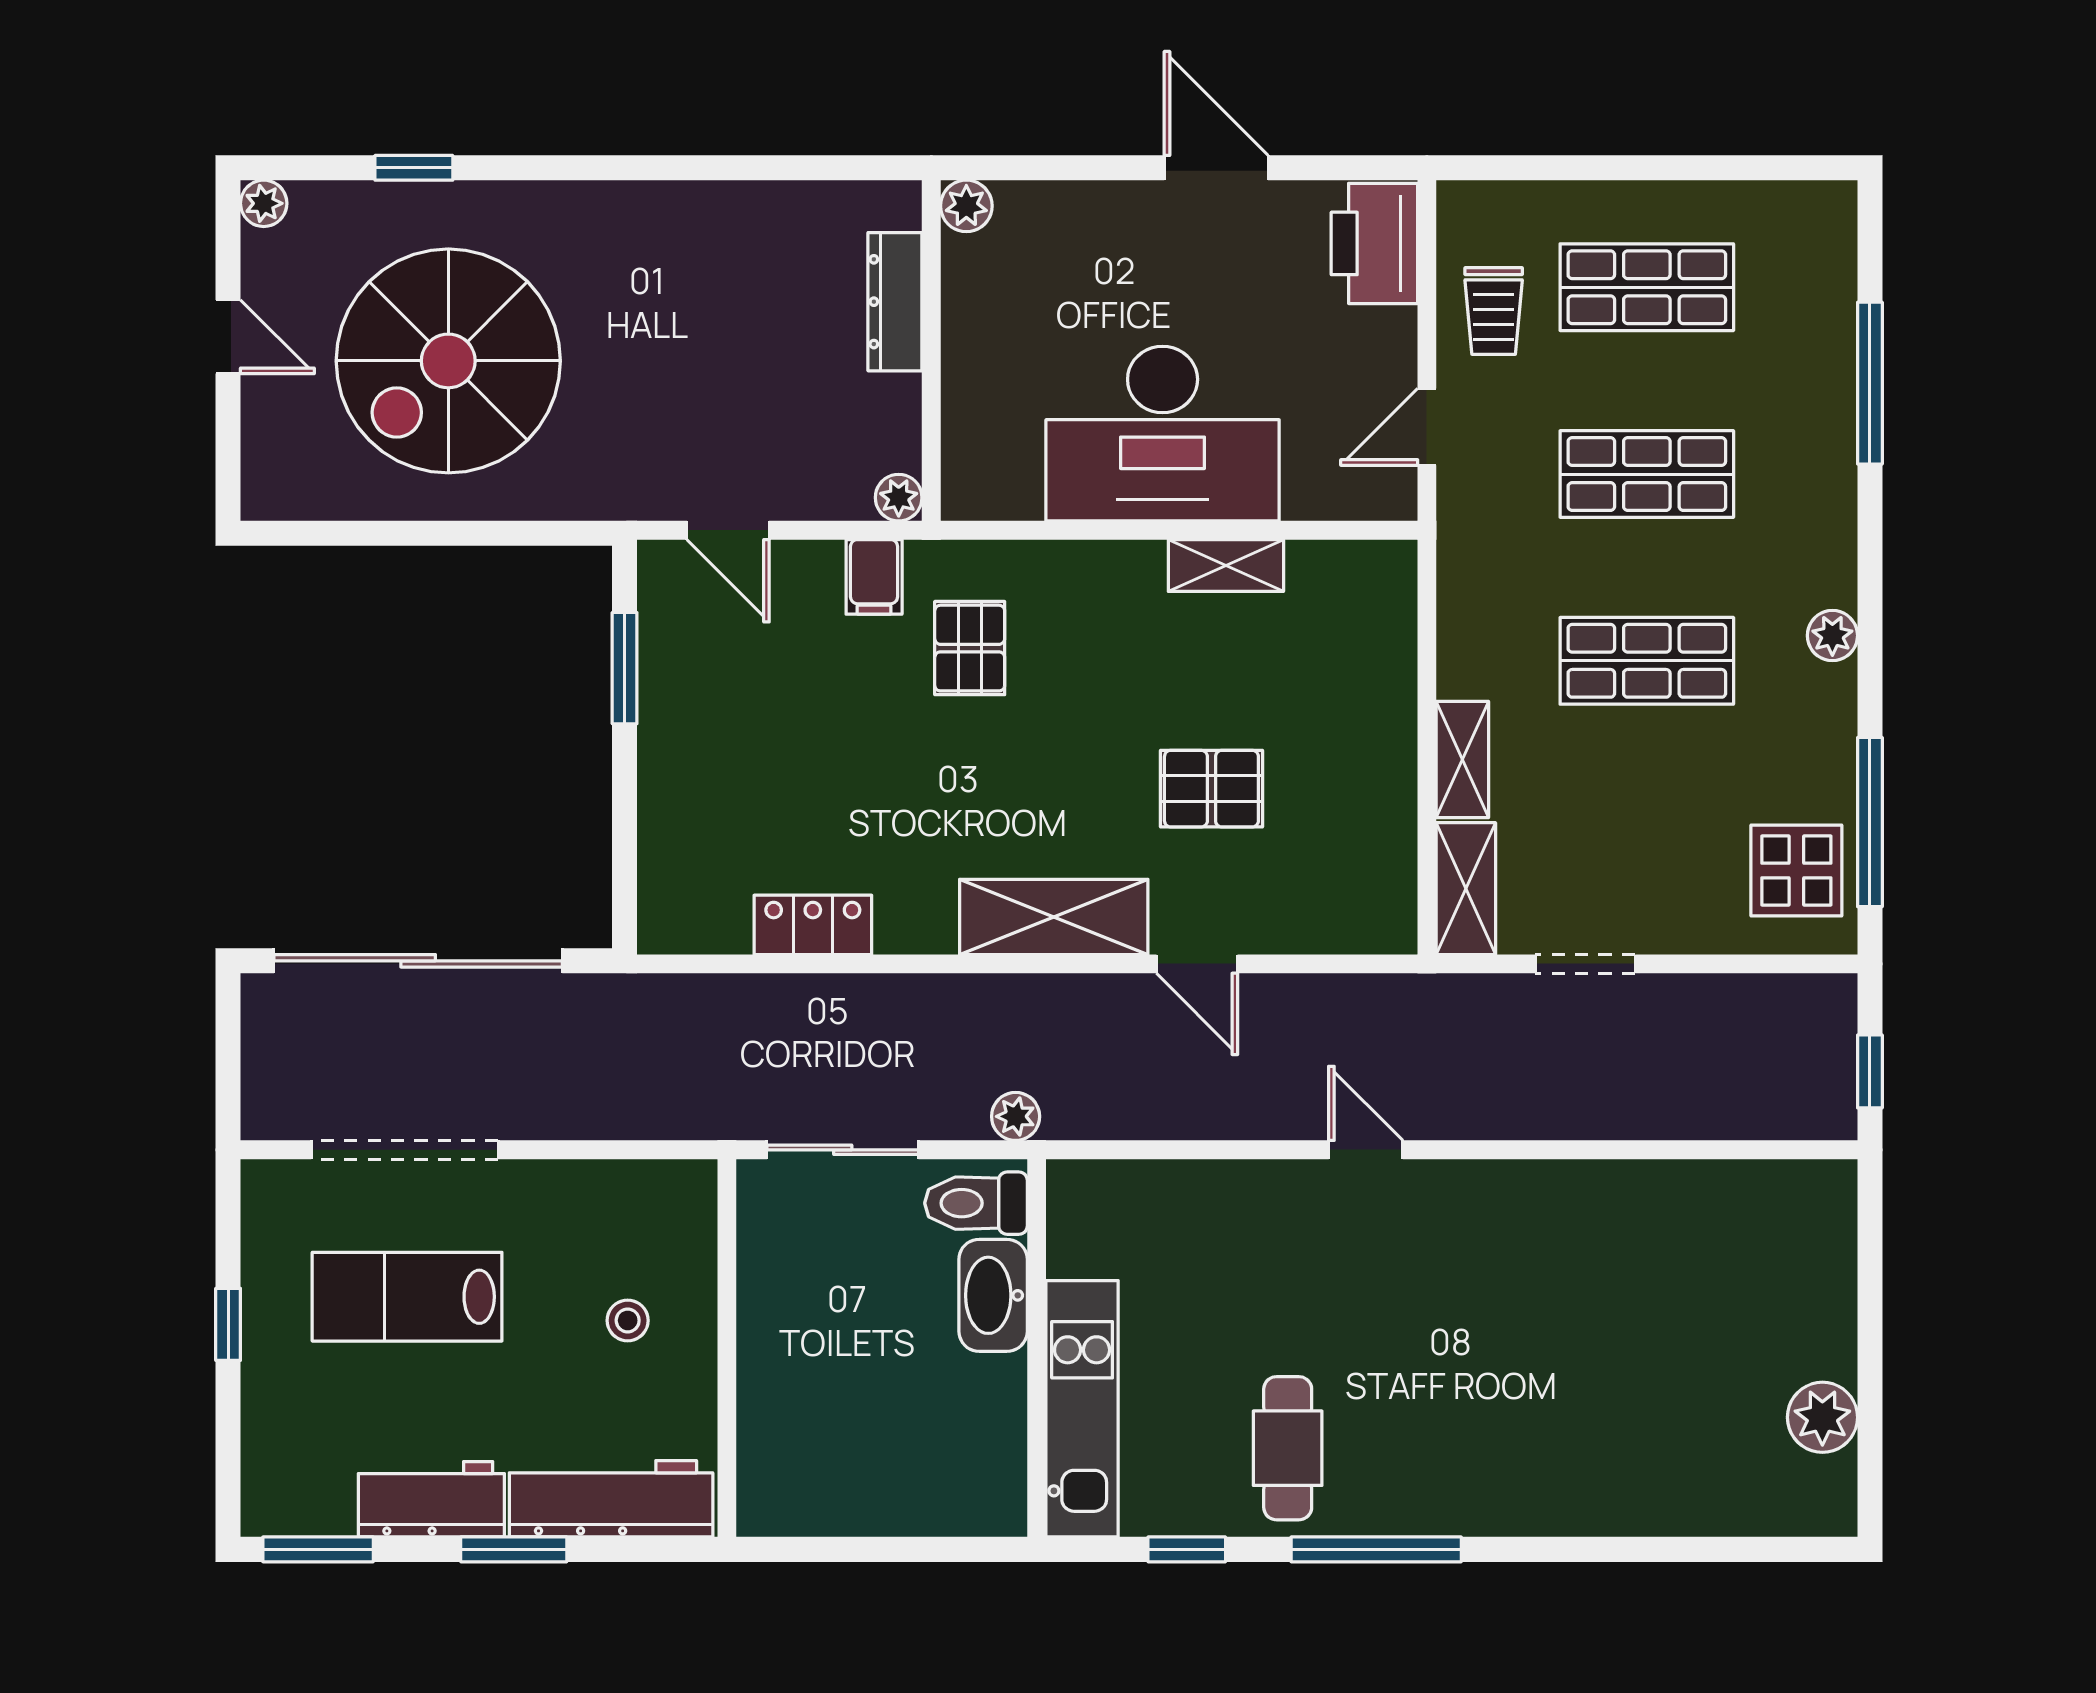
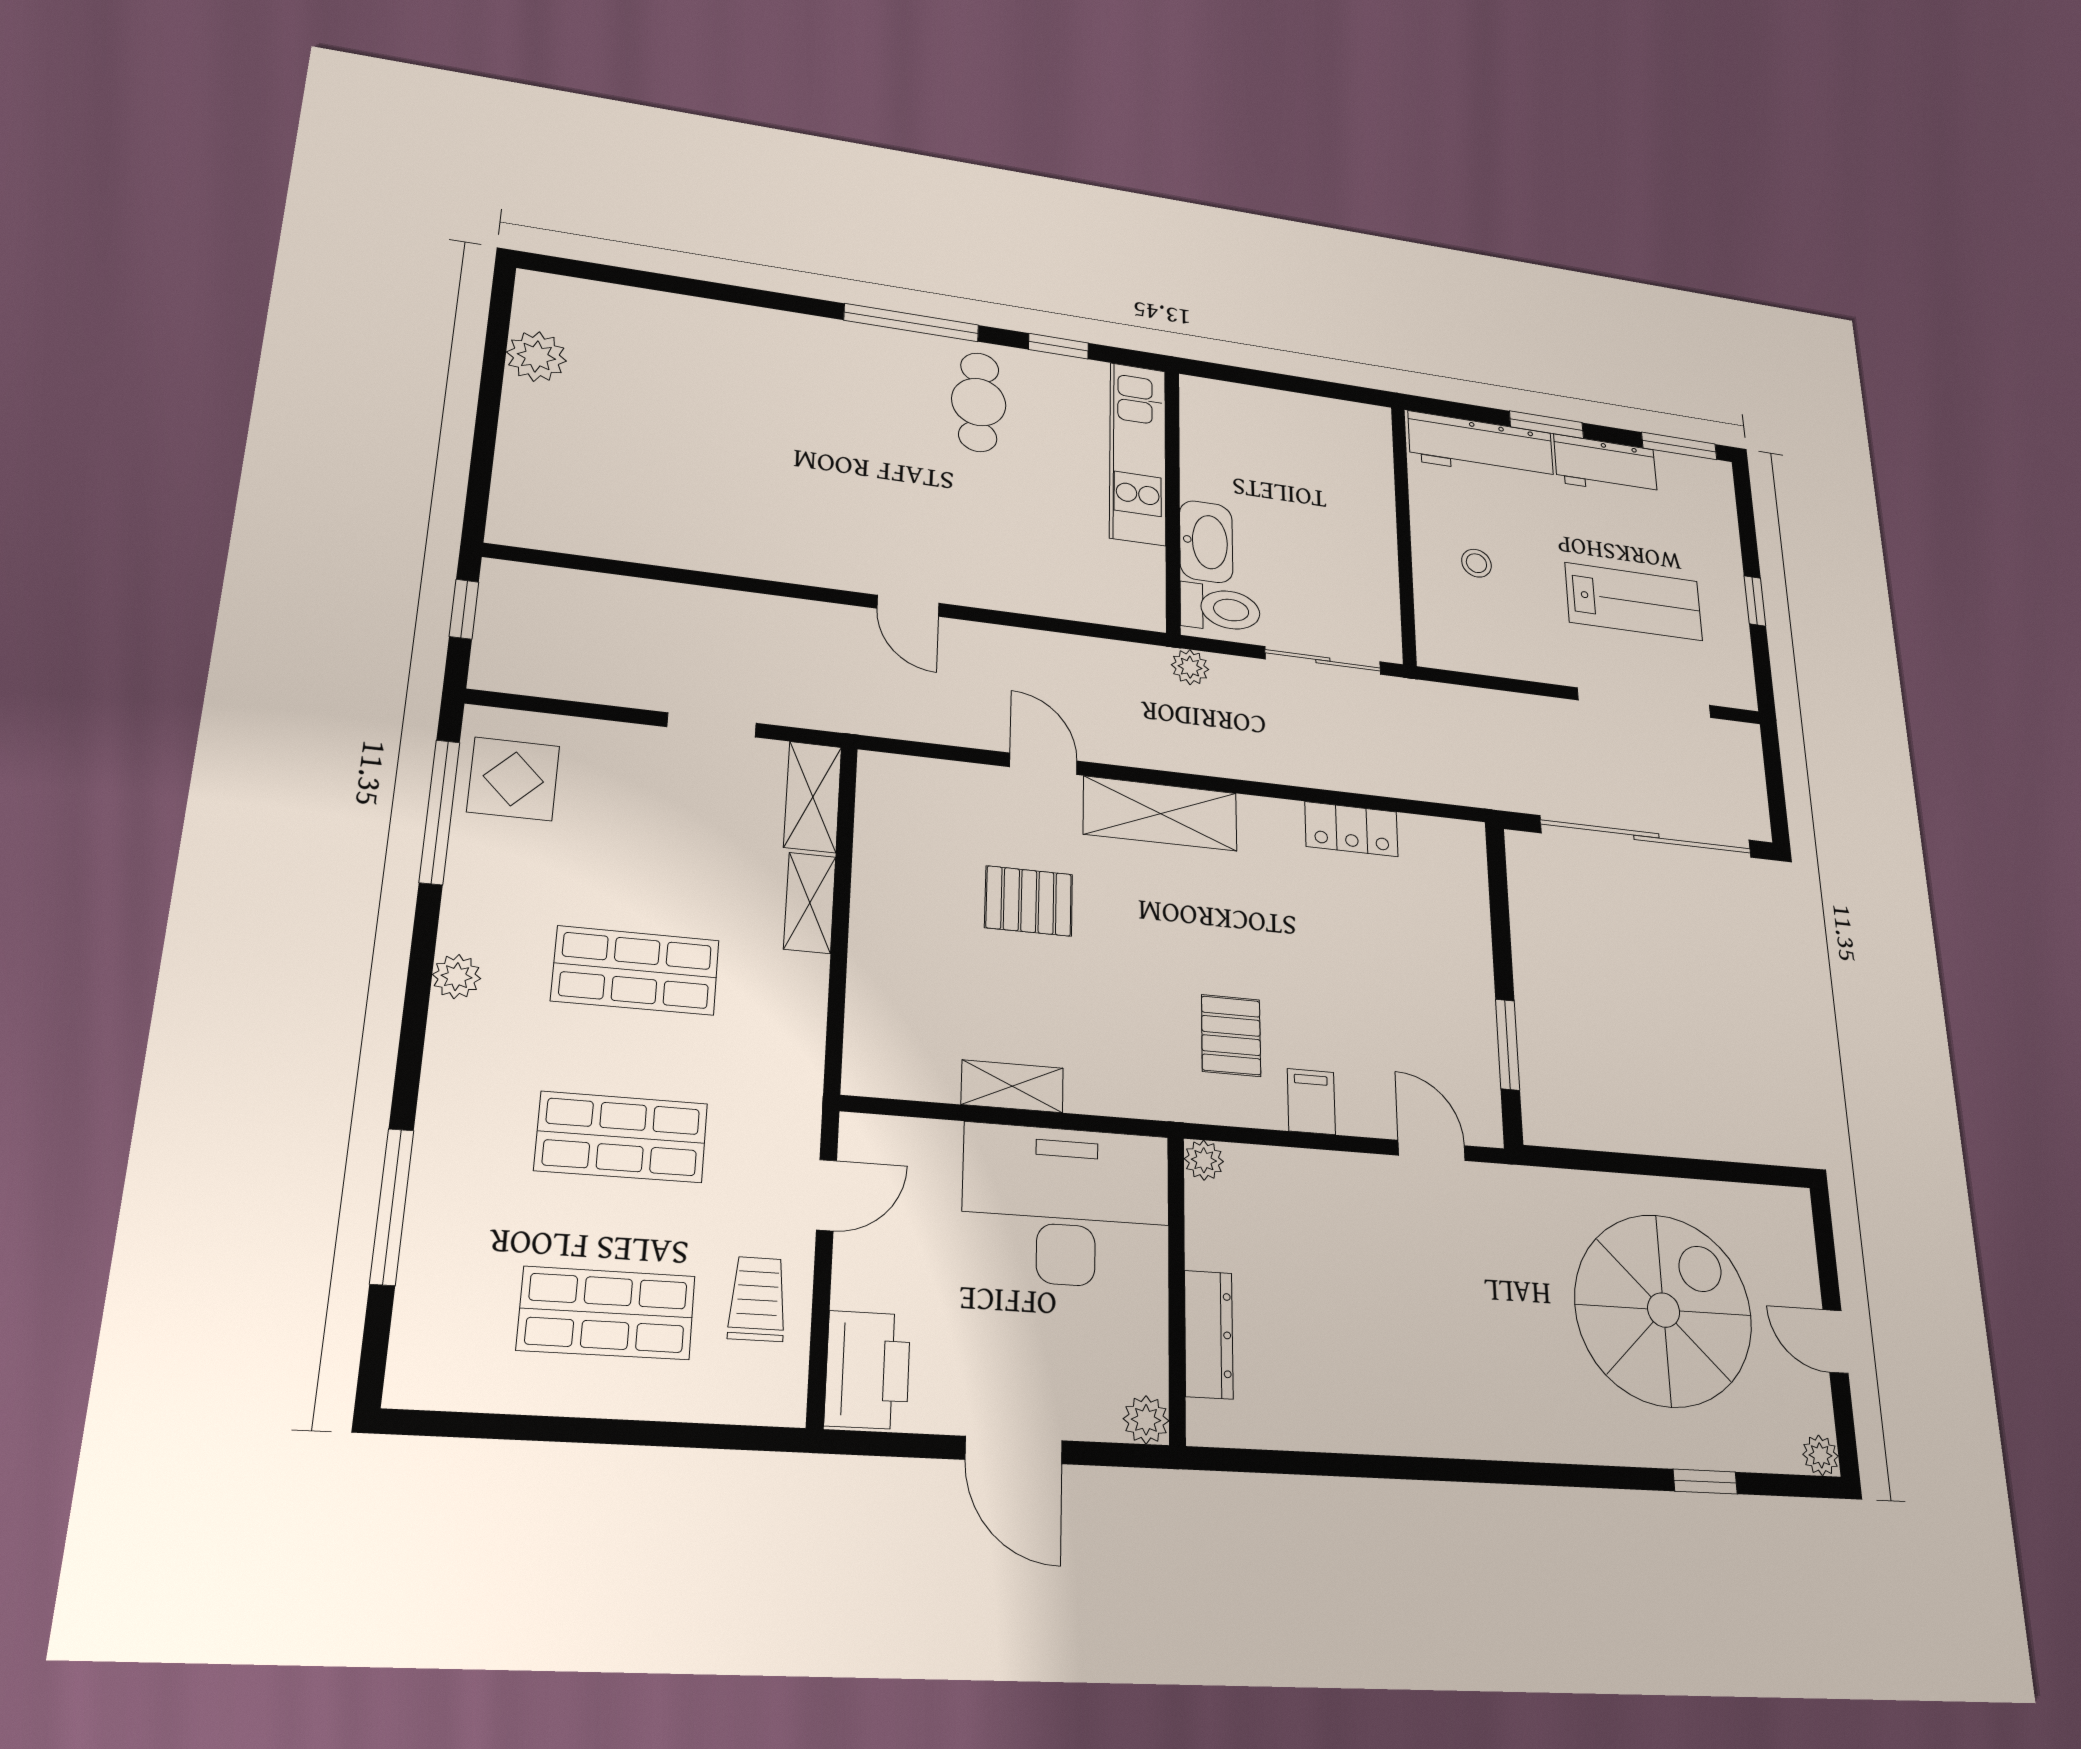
plant: (966, 206) -> (1146, 1420), moved
dresser: (895, 302) -> (1209, 1334), moved
wall: (931, 351) -> (1177, 1288), moved
plant: (899, 498) -> (1204, 1160), moved

